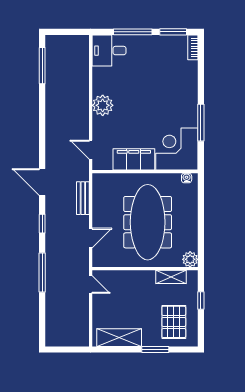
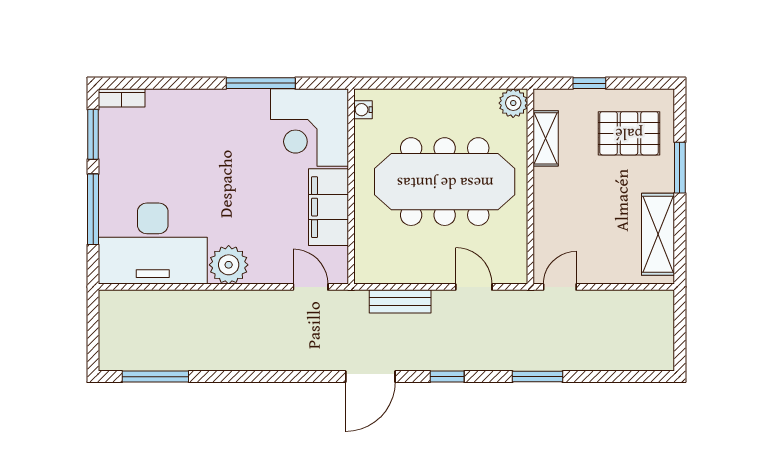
desk: (109, 51) -> (153, 244), width x1.87, depth x1.30
door: (91, 150) -> (311, 287), swing flipped
window: (42, 272) -> (537, 377), width x0.69

